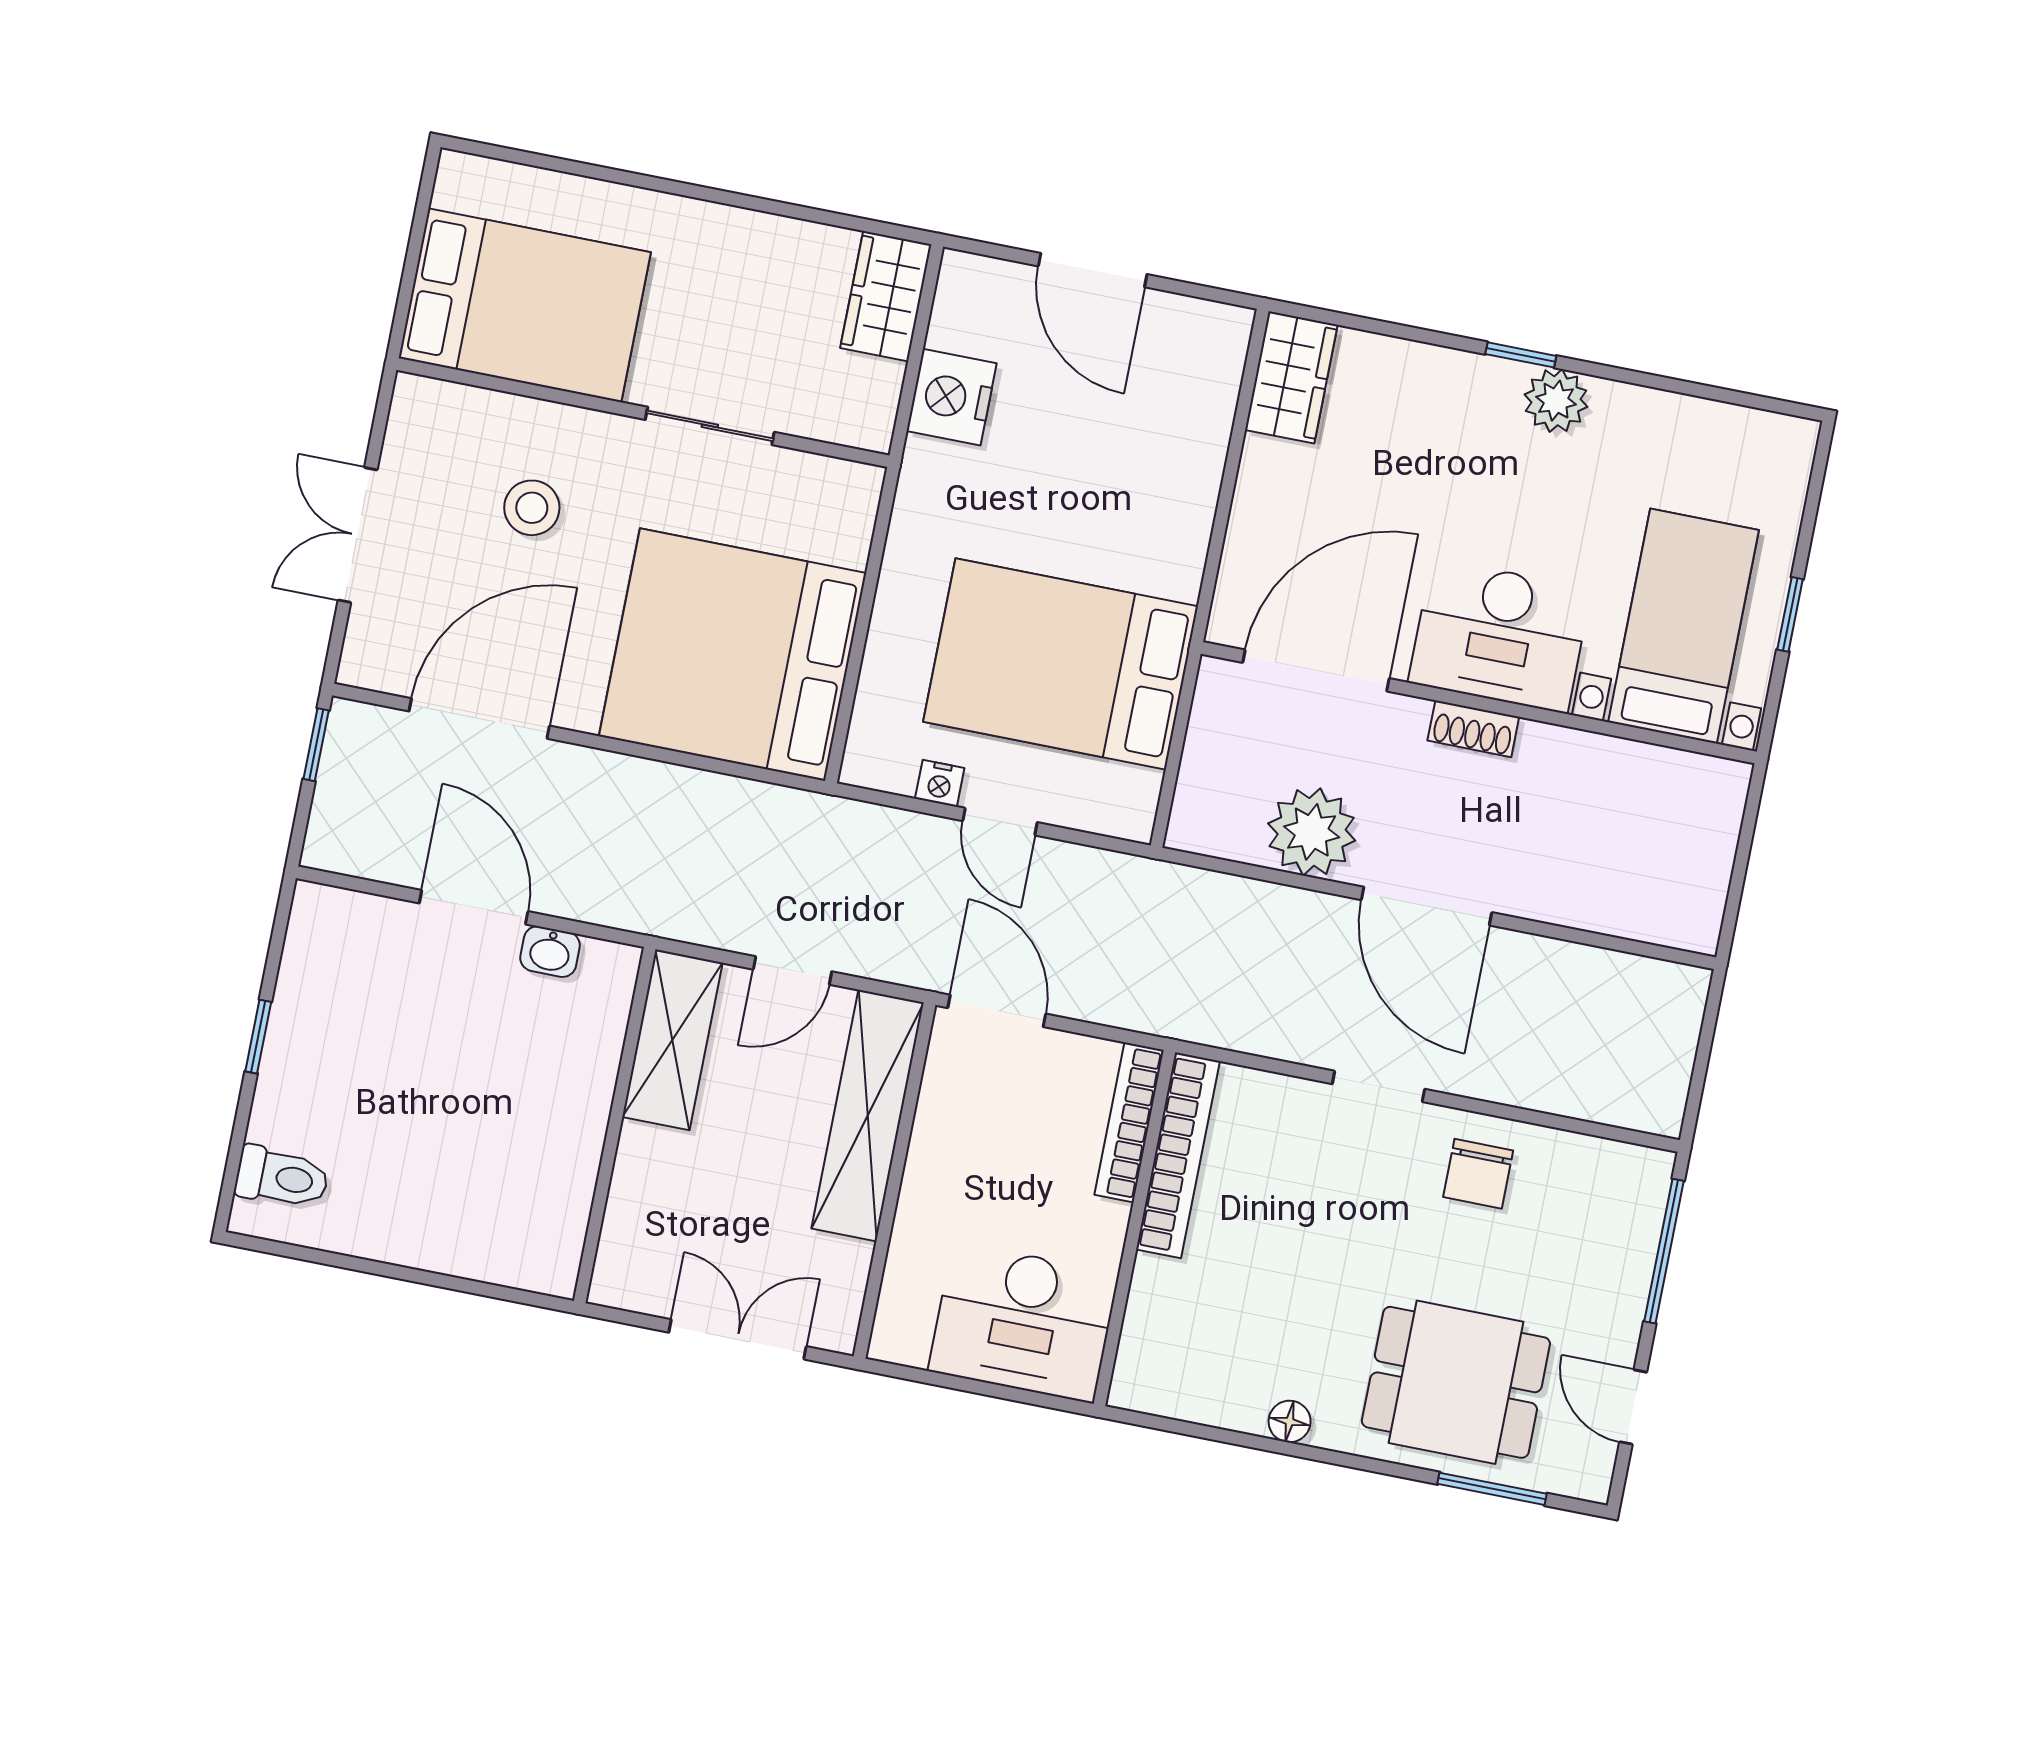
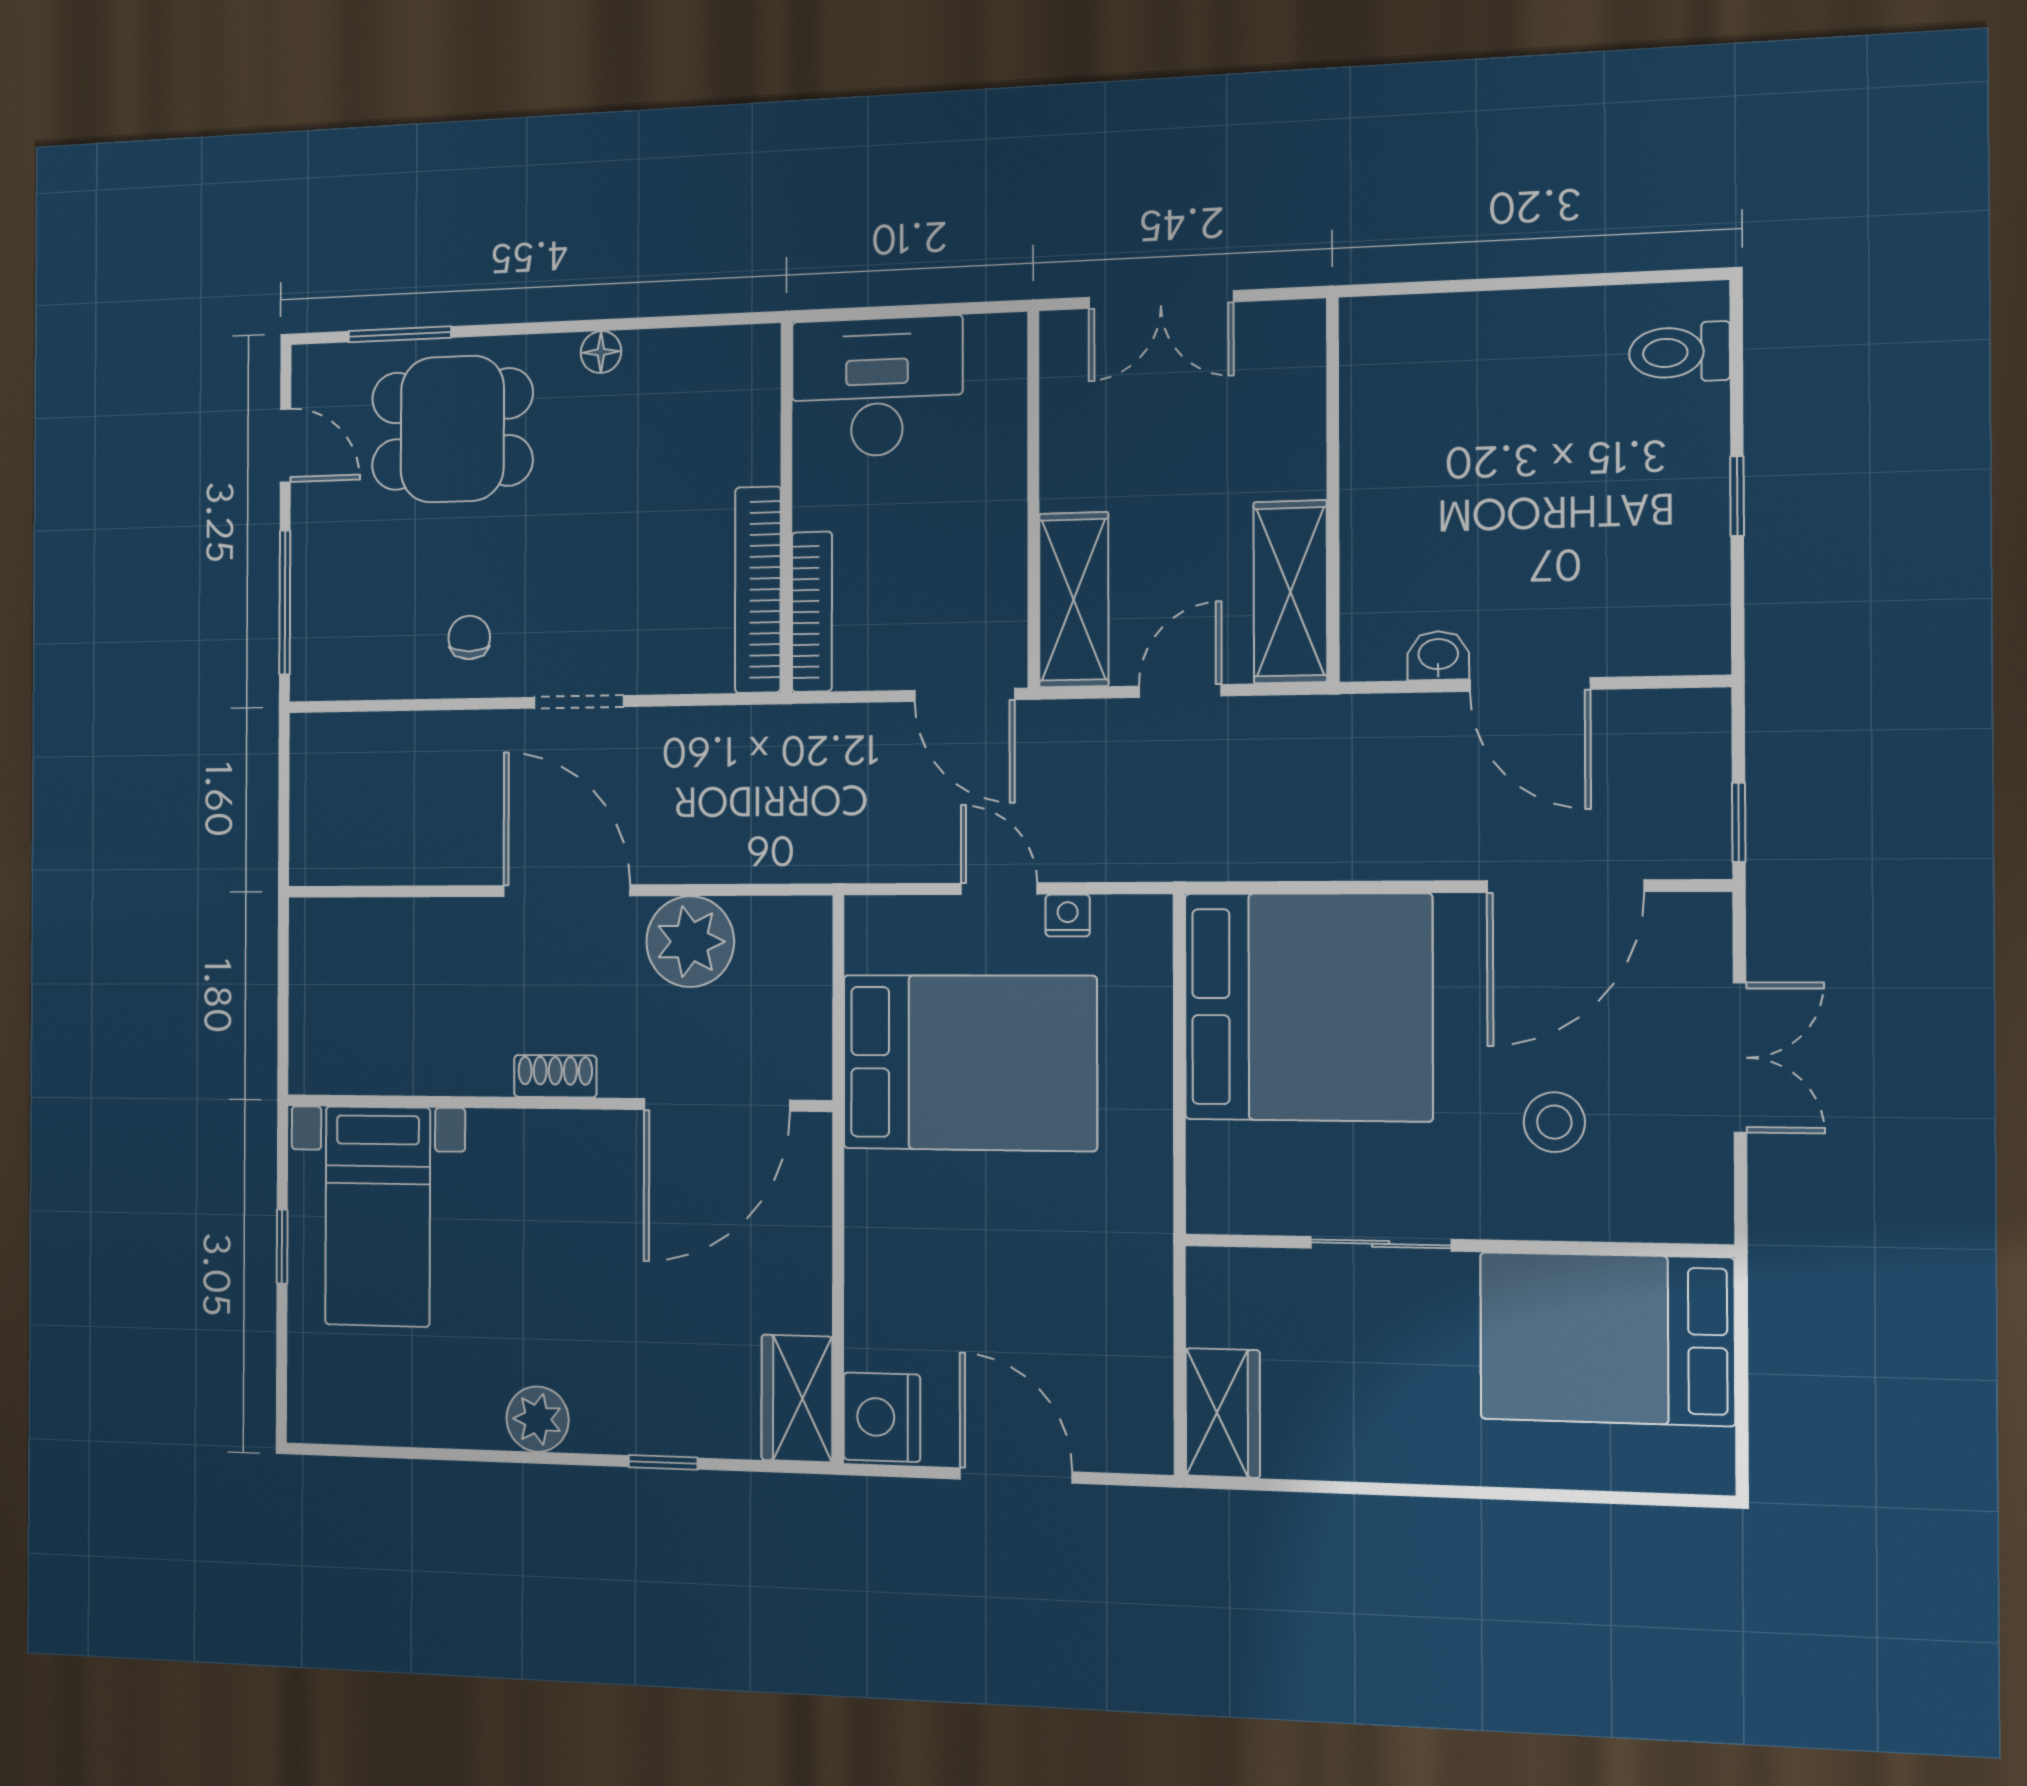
window: (1521, 355) -> (663, 1462), moved
nightstand: (952, 397) -> (882, 1417), moved, turned 180
desk: (1500, 636) -> (547, 1174), removed
shelving: (868, 1116) -> (1074, 600), width x0.68
chair: (1478, 1174) -> (469, 638), width x0.73, depth x0.73

